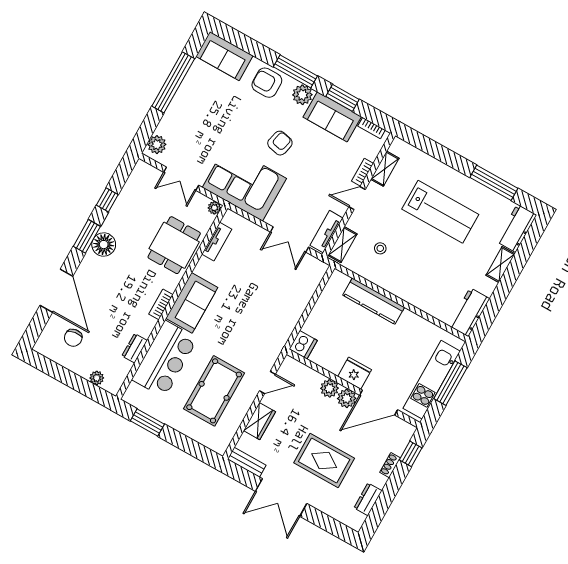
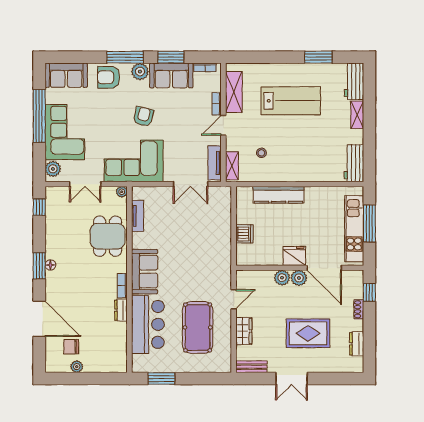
corner sofa: (190, 114) -> (65, 132), added
shelving: (385, 169) -> (234, 92), width x1.50, depth x1.33
window: (494, 183) -> (318, 57), width x0.69
window: (107, 200) -> (39, 207), moved
floor lamp: (104, 245) -> (50, 265), width x0.53, depth x0.53
chair: (73, 338) -> (71, 347), turned 98
dishwasher: (303, 345) -> (244, 234), moved
dresser: (135, 348) -> (121, 310), moved
plant: (97, 378) -> (77, 367), moved
door: (379, 403) -> (324, 268), hinge flipped
double door: (281, 497) -> (292, 379), width x0.73

